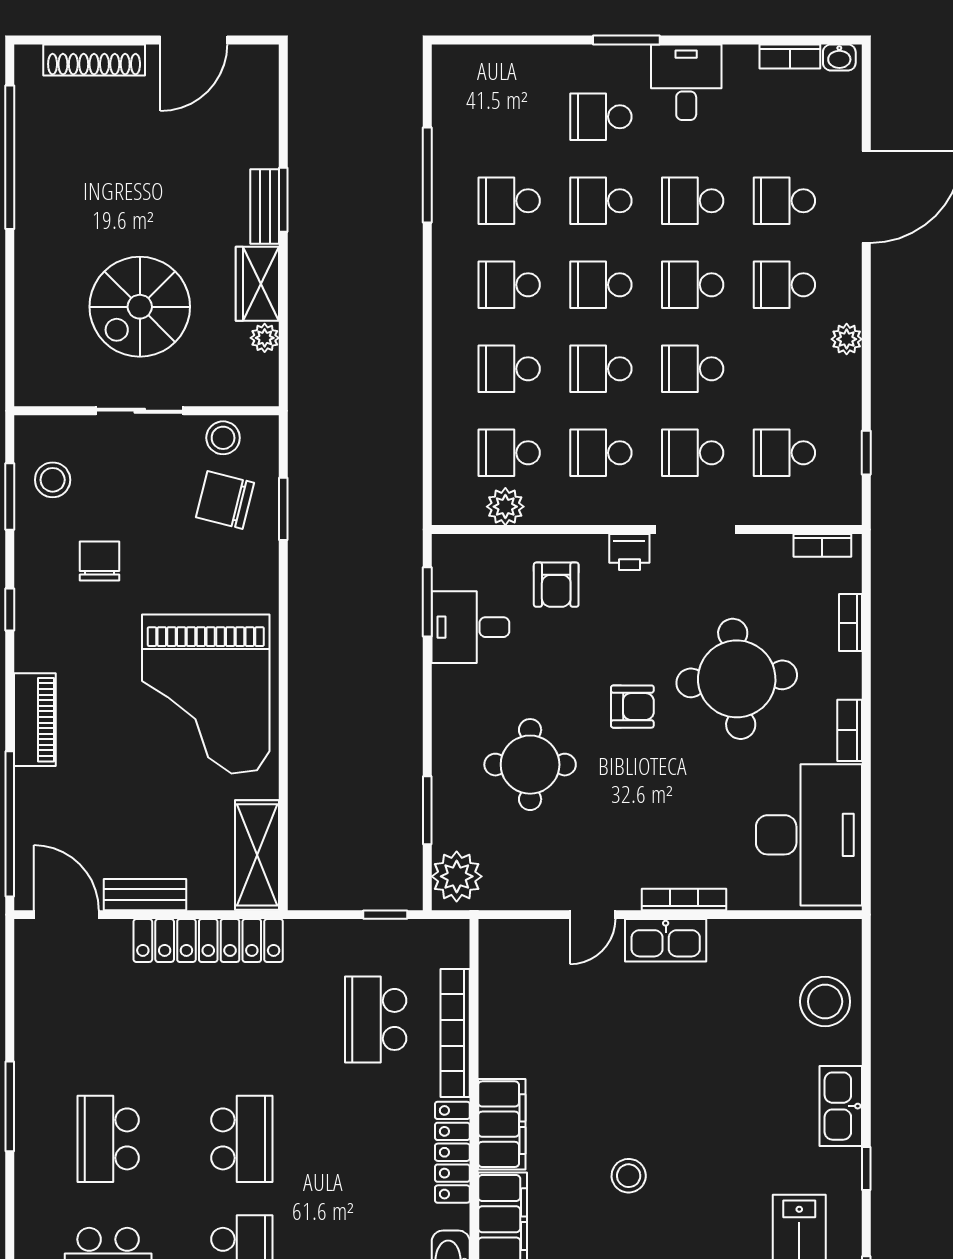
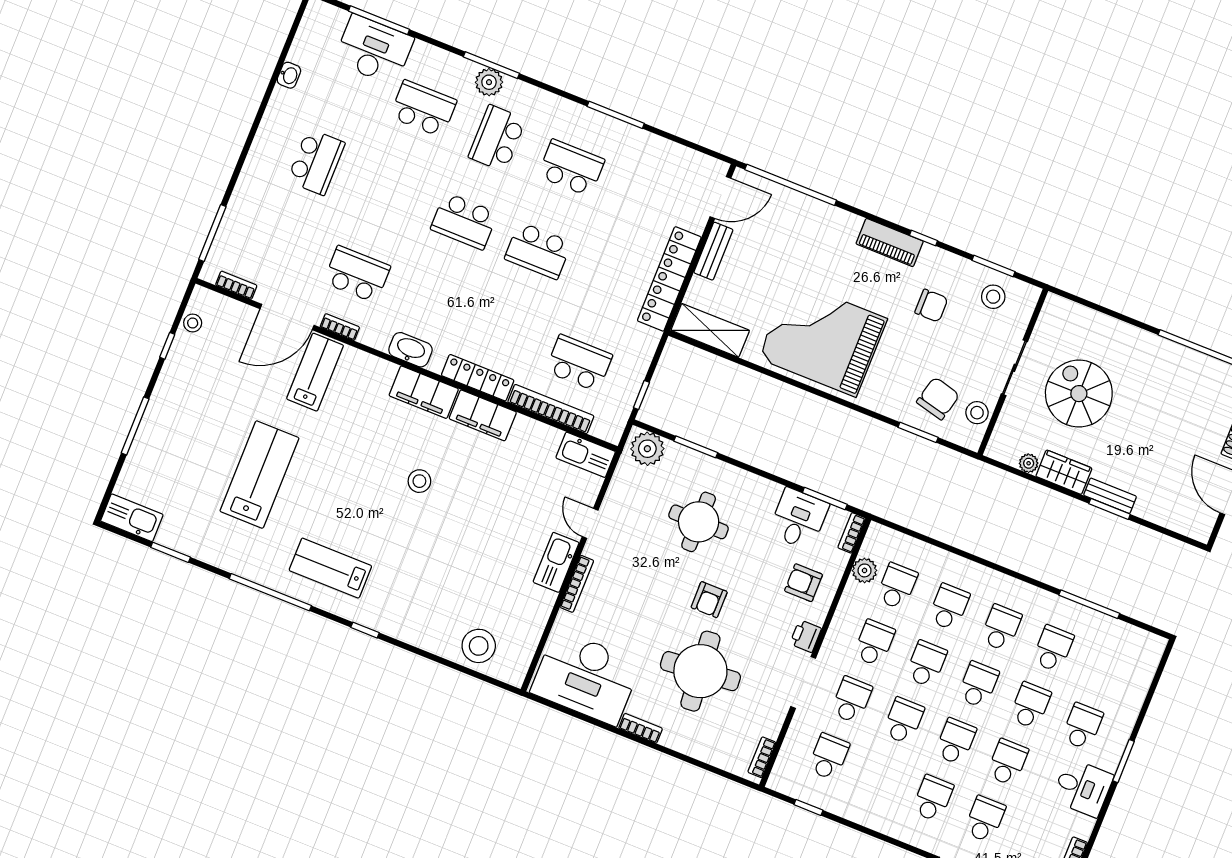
plant: (847, 339) -> (884, 823), removed
bookcase: (851, 623) -> (852, 533), moved, turned -90
piano: (35, 720) -> (890, 242), moved
kitchen sink: (841, 1106) -> (586, 455), moved, turned 180

